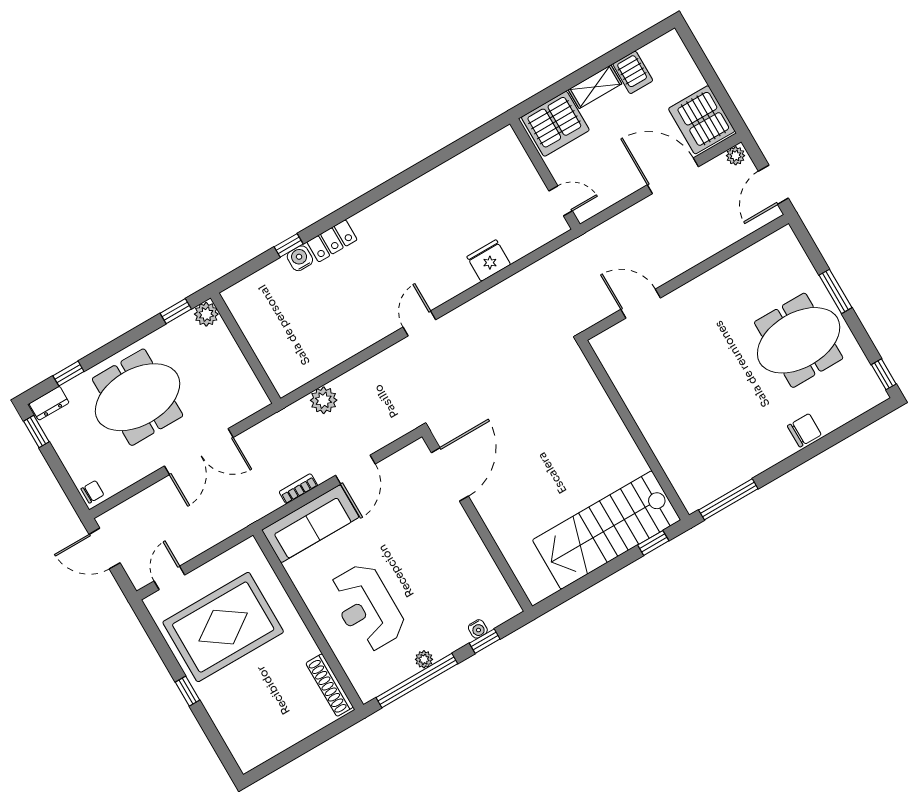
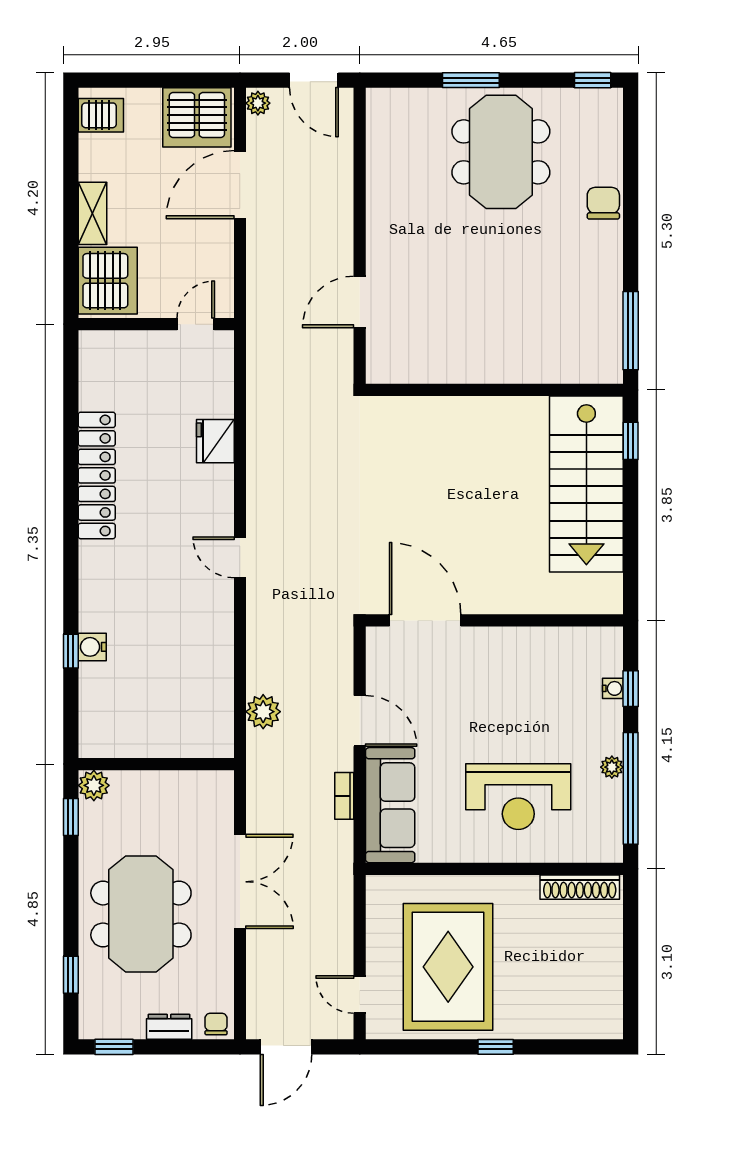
server rack: (633, 72) -> (101, 115), moved
locker: (332, 241) -> (97, 475), moved, width x2.16, depth x1.21
dresser: (49, 403) -> (169, 1027), moved, turned -90

